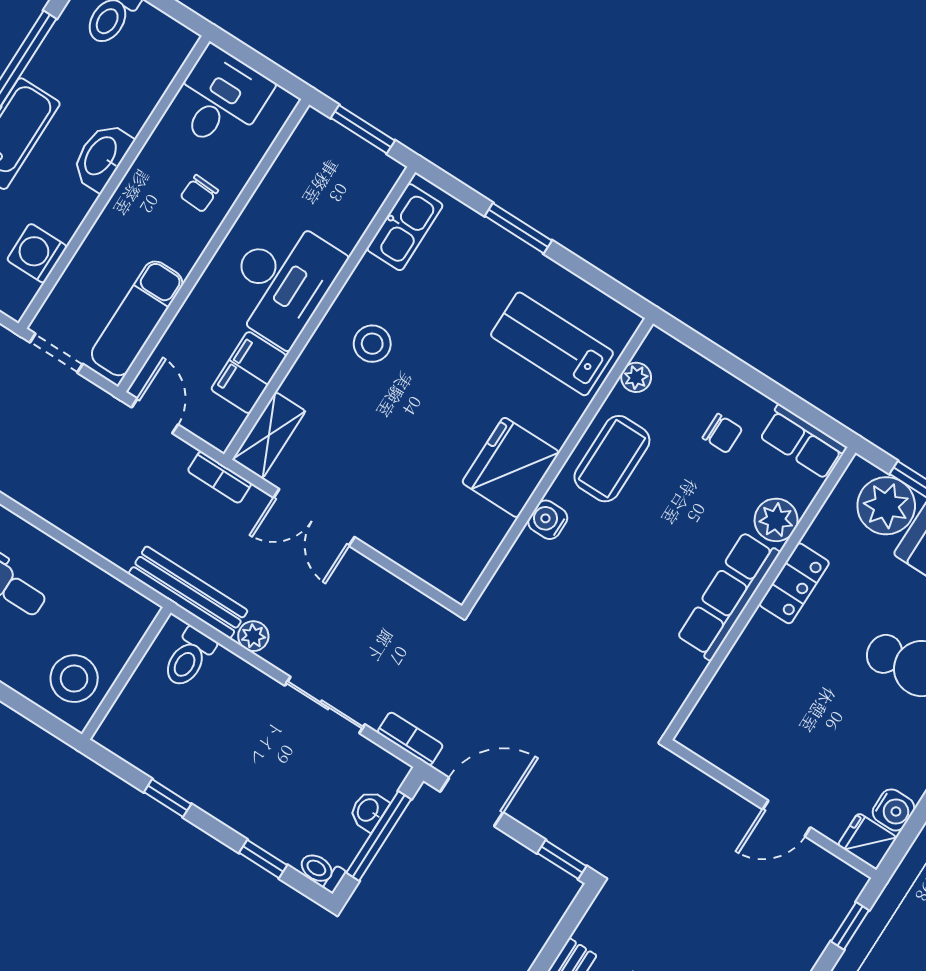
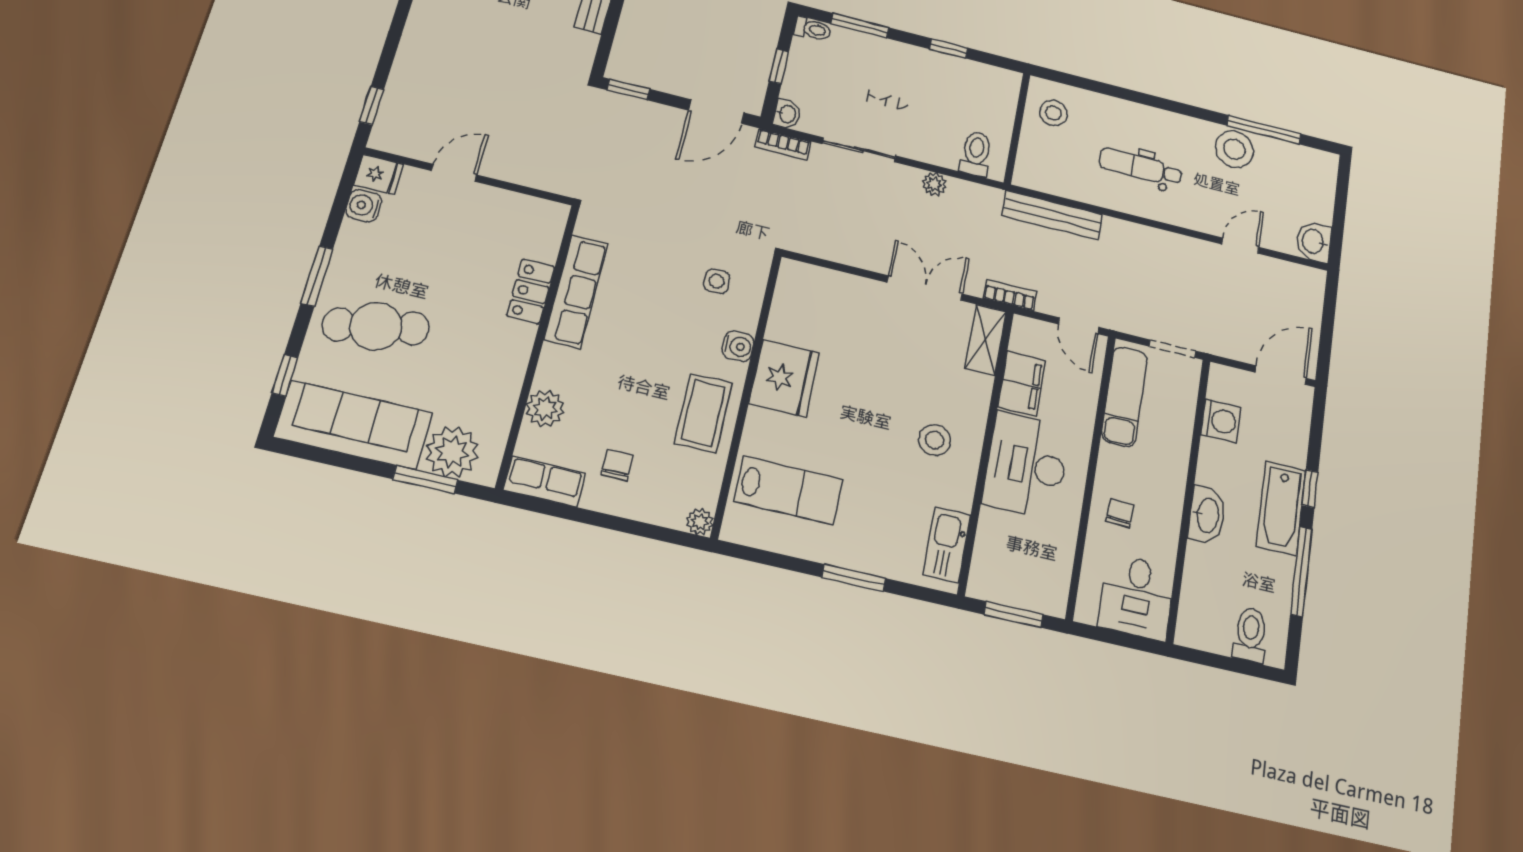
plant: (636, 377) -> (700, 522), moved
chair: (722, 433) -> (617, 465), turned 90
locker: (794, 583) -> (531, 291), moved
bench: (188, 592) -> (1052, 215), moved
row of seats: (728, 596) -> (576, 291), moved
side table: (544, 601) -> (717, 281), added
stool: (74, 679) -> (1053, 113), width x0.73, depth x0.73
washbasin: (369, 810) -> (787, 114), moved
window: (379, 836) -> (779, 66), width x0.46
window: (263, 859) -> (860, 26), width x1.50

